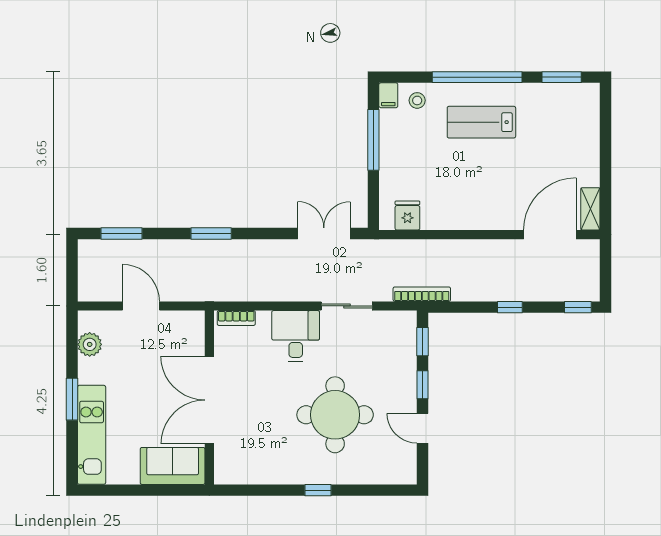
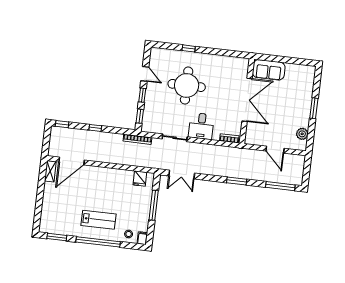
window: (373, 140) -> (154, 205), moved
window: (122, 233) -> (280, 186), width x1.44
kitchen unit: (92, 435) -> (306, 90), removed
window: (318, 490) -> (189, 48), moved

